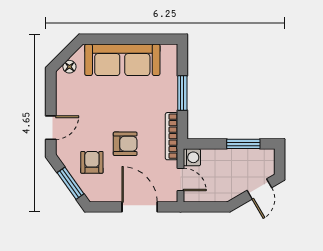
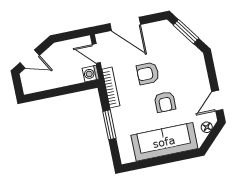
door: (51, 128) -> (217, 101), moved
window: (243, 144) -> (51, 93), removed
armchair: (92, 162) -> (165, 102), moved
door: (259, 189) -> (30, 59), swing flipped

